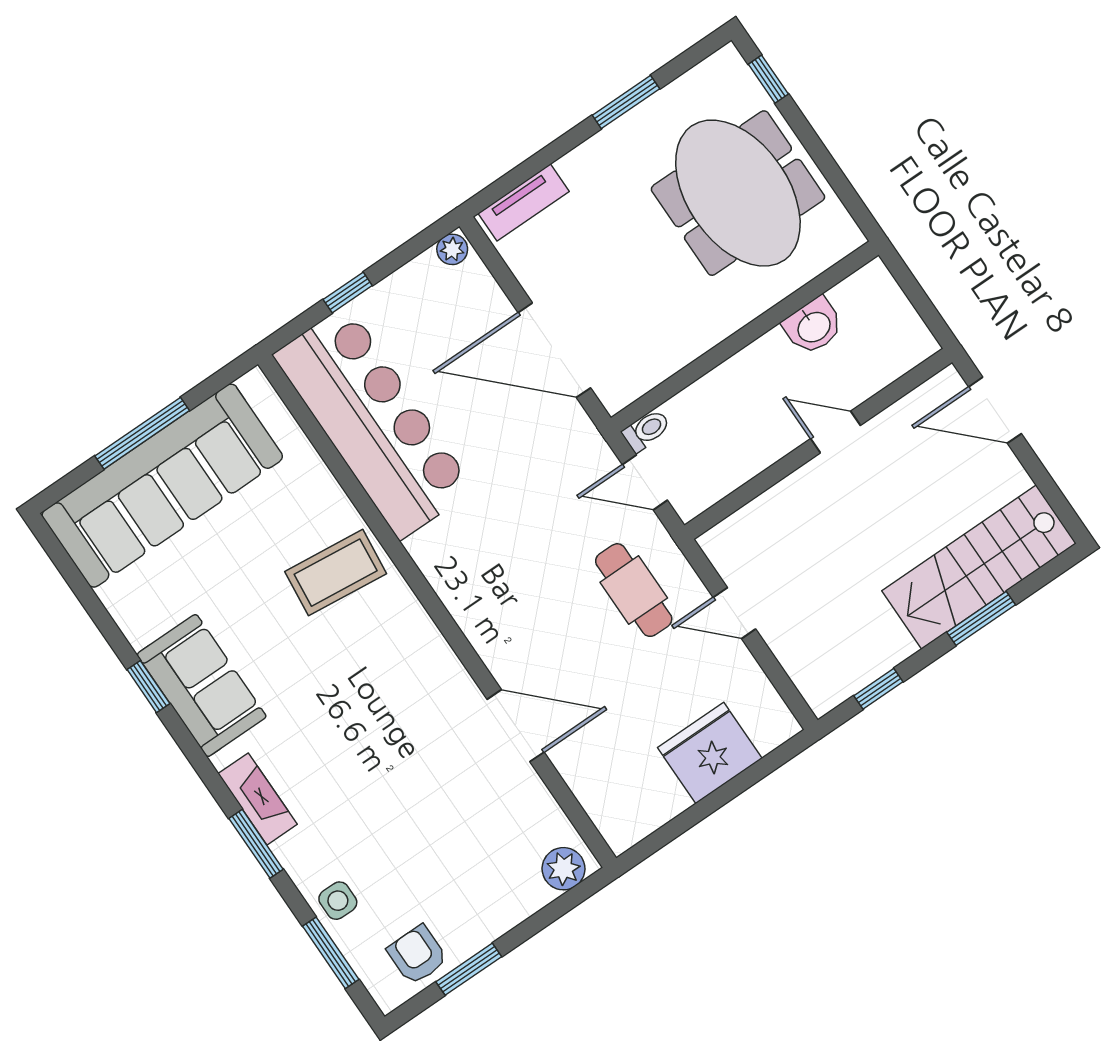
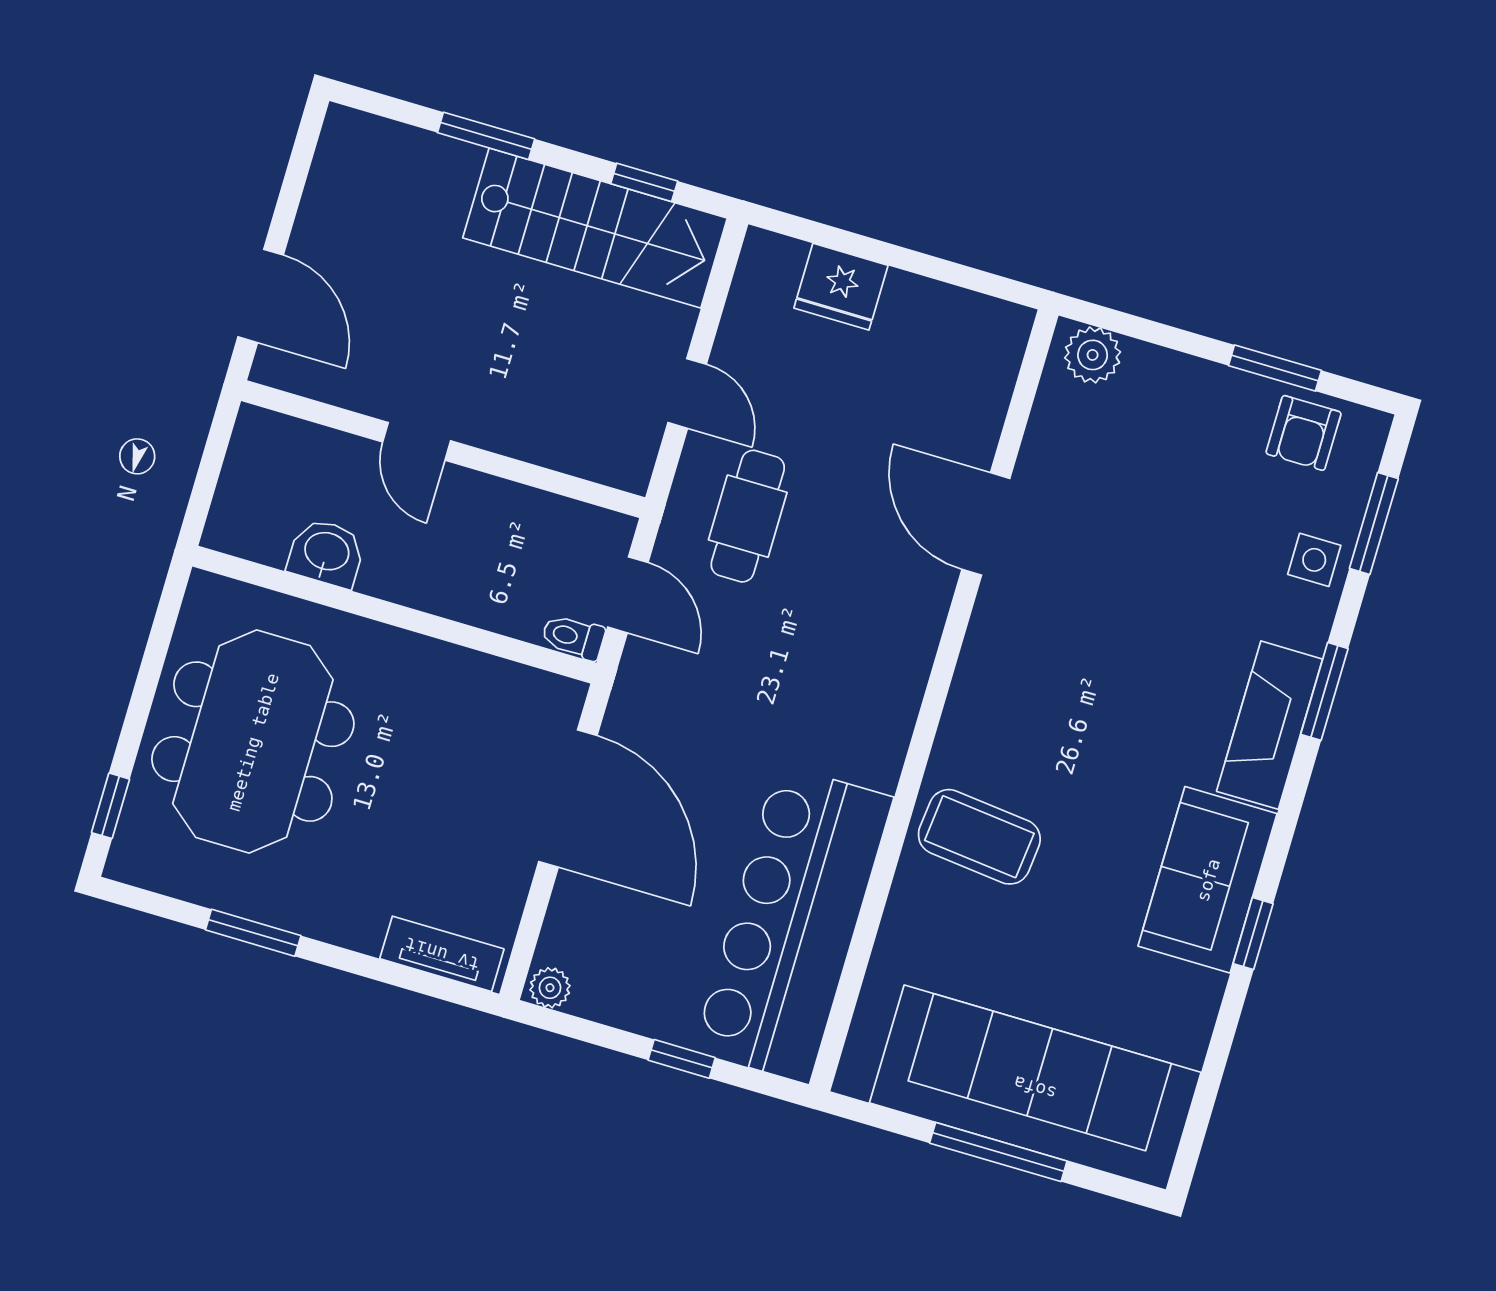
stairs: (979, 567) -> (595, 228), moved
fridge: (710, 753) -> (841, 287), width x0.73, depth x0.75
fireplace: (258, 799) -> (1270, 725), width x1.37, depth x1.32

